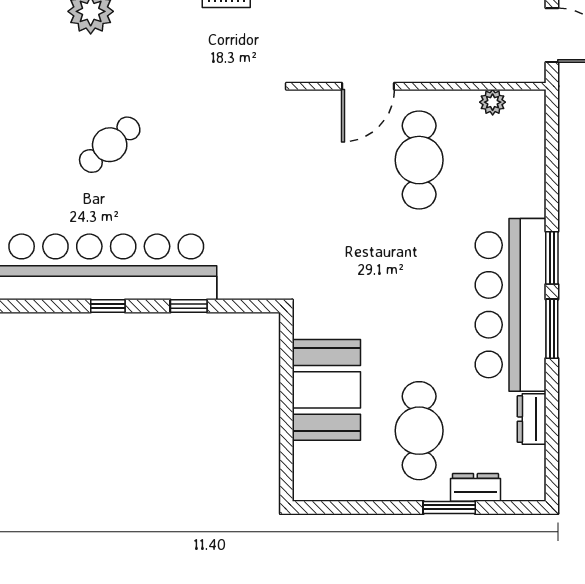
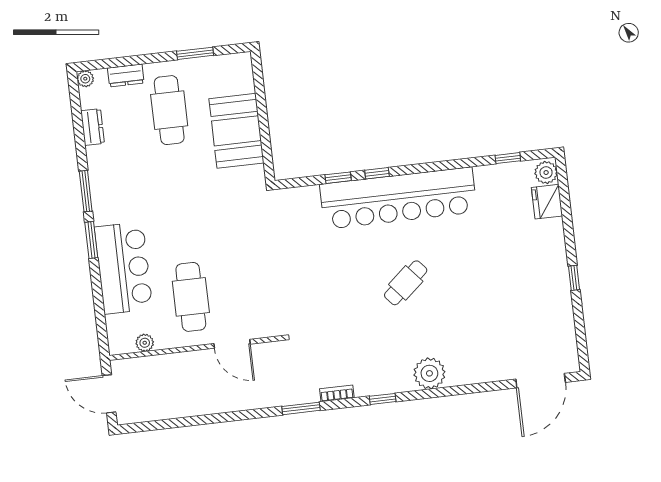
door: (368, 86) -> (232, 344), swing flipped
bar counter: (511, 305) -> (123, 268), moved, width x0.73
window: (108, 306) -> (377, 173), moved
plant: (534, 489) -> (85, 79), added
window: (449, 507) -> (195, 53), moved

